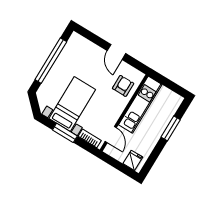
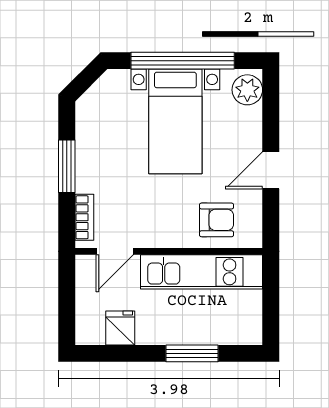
plant: (78, 42) -> (247, 90), added
bed with nightstands: (72, 104) -> (175, 121), moved, turned 90
fridge: (133, 160) -> (120, 328), moved, turned -90

